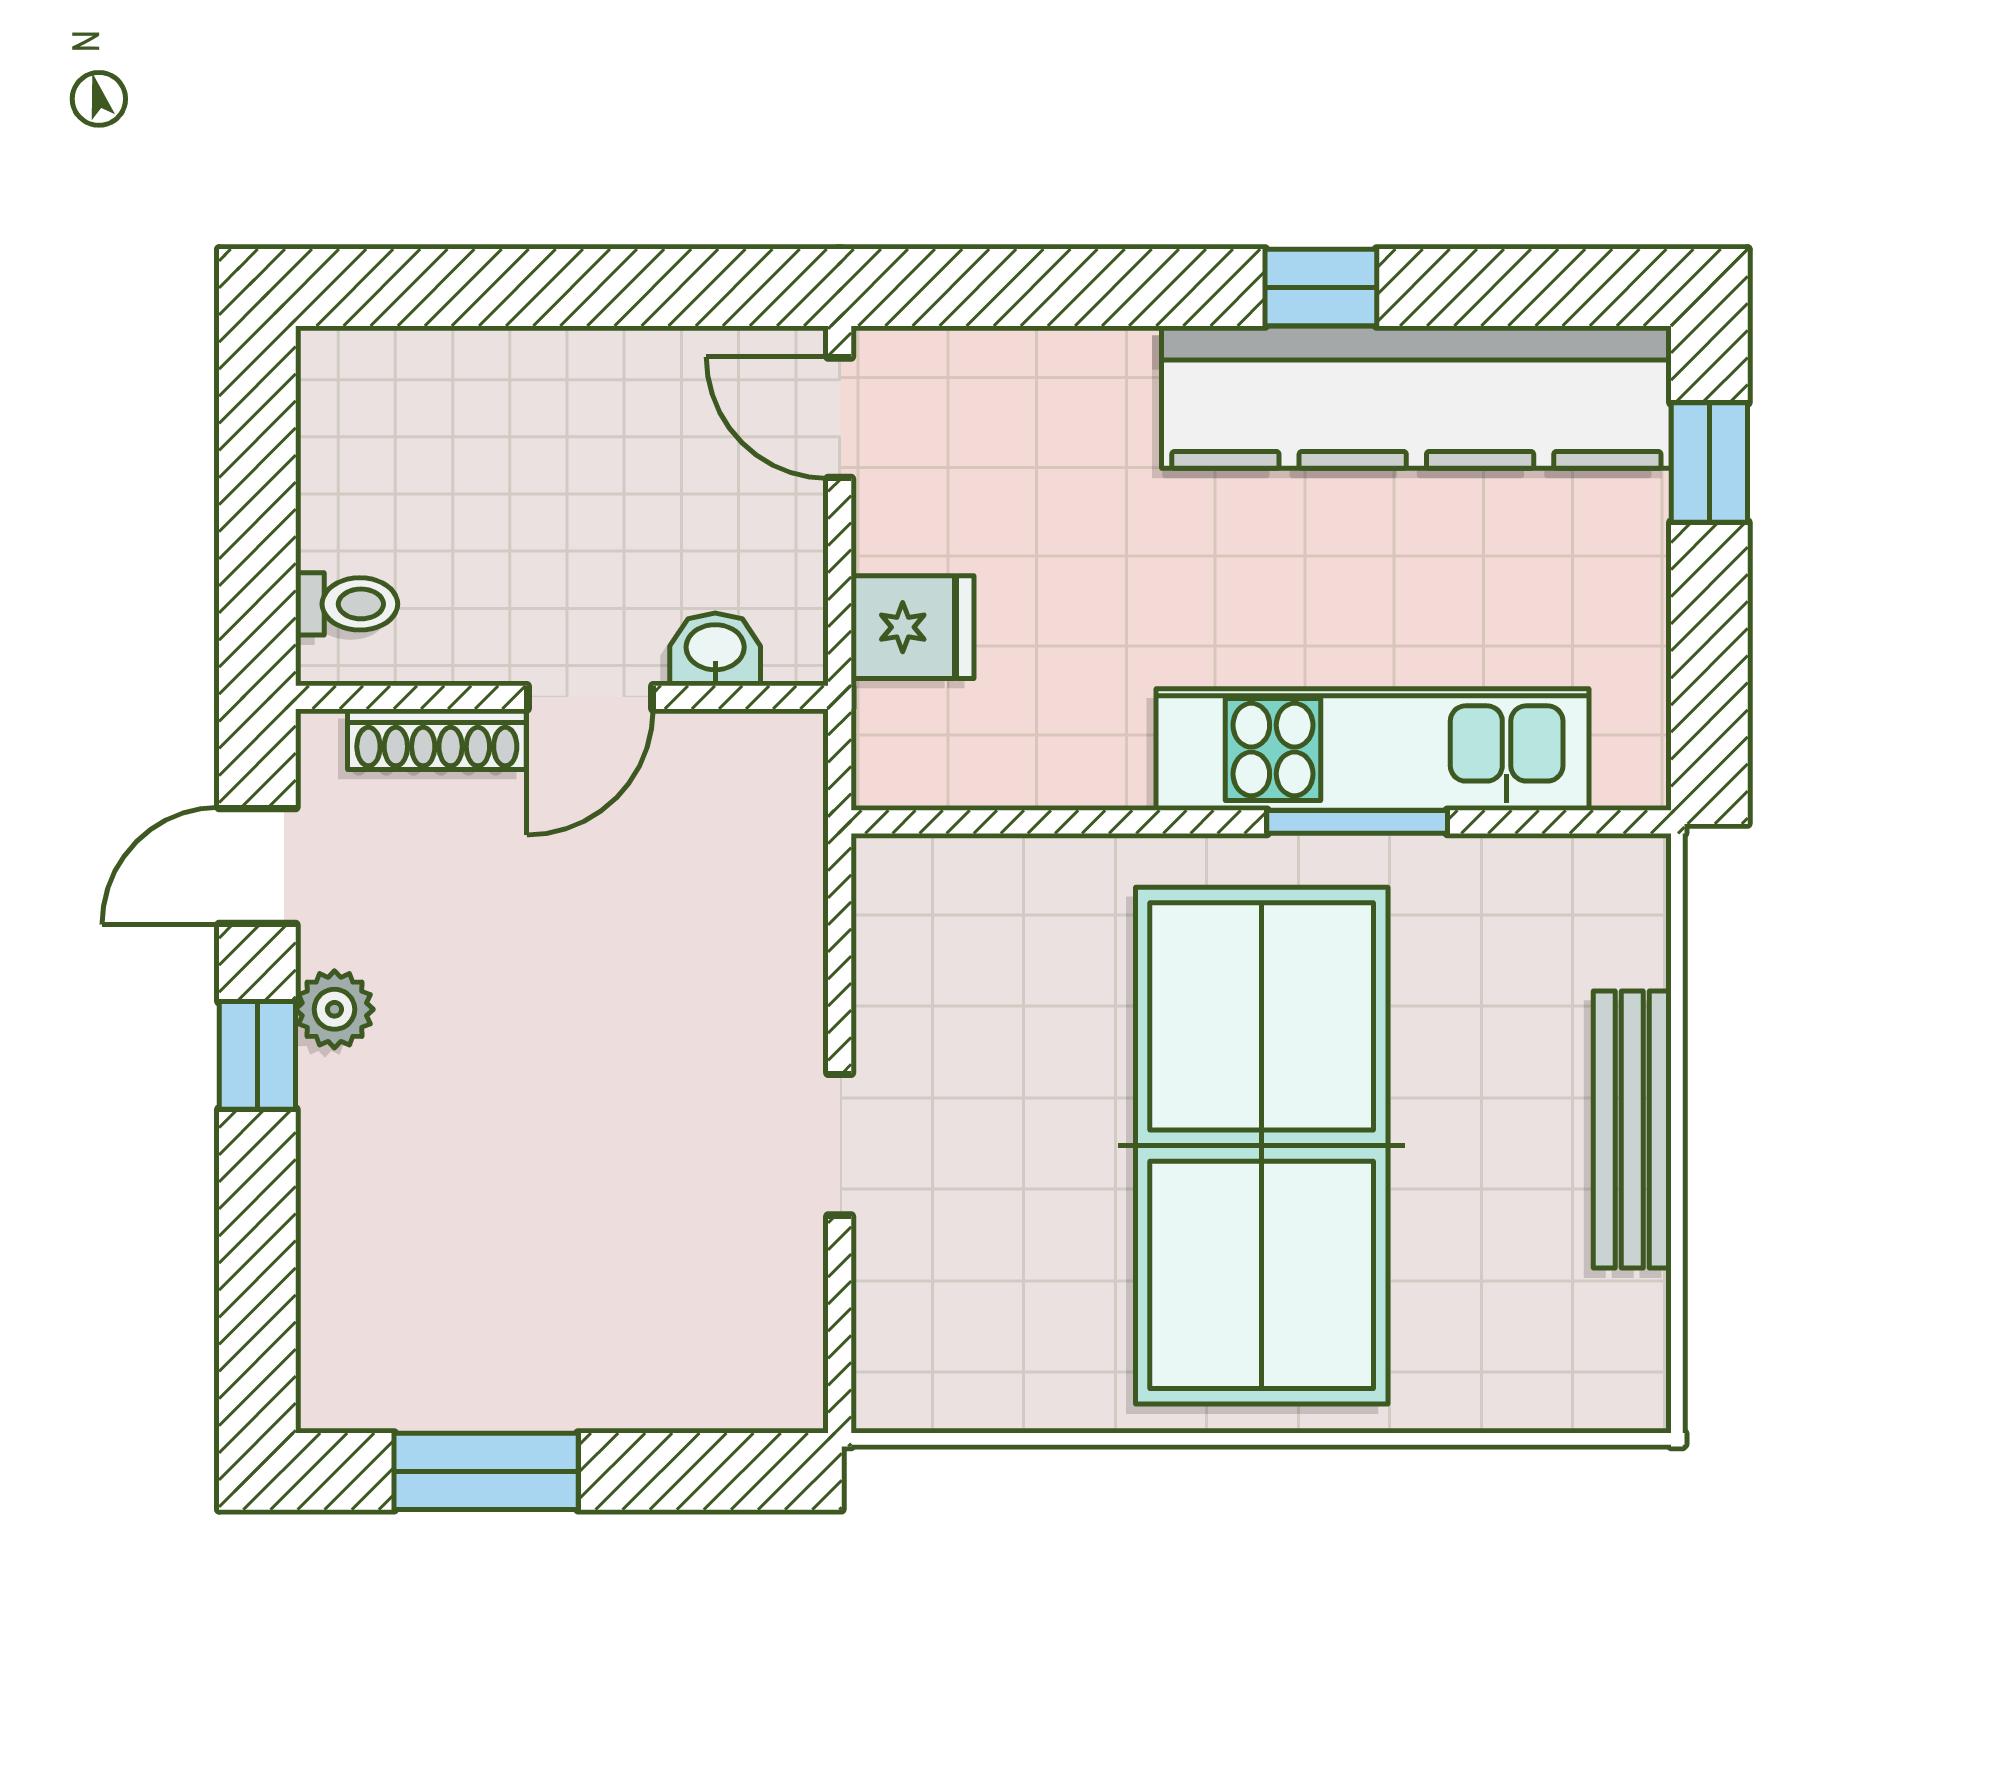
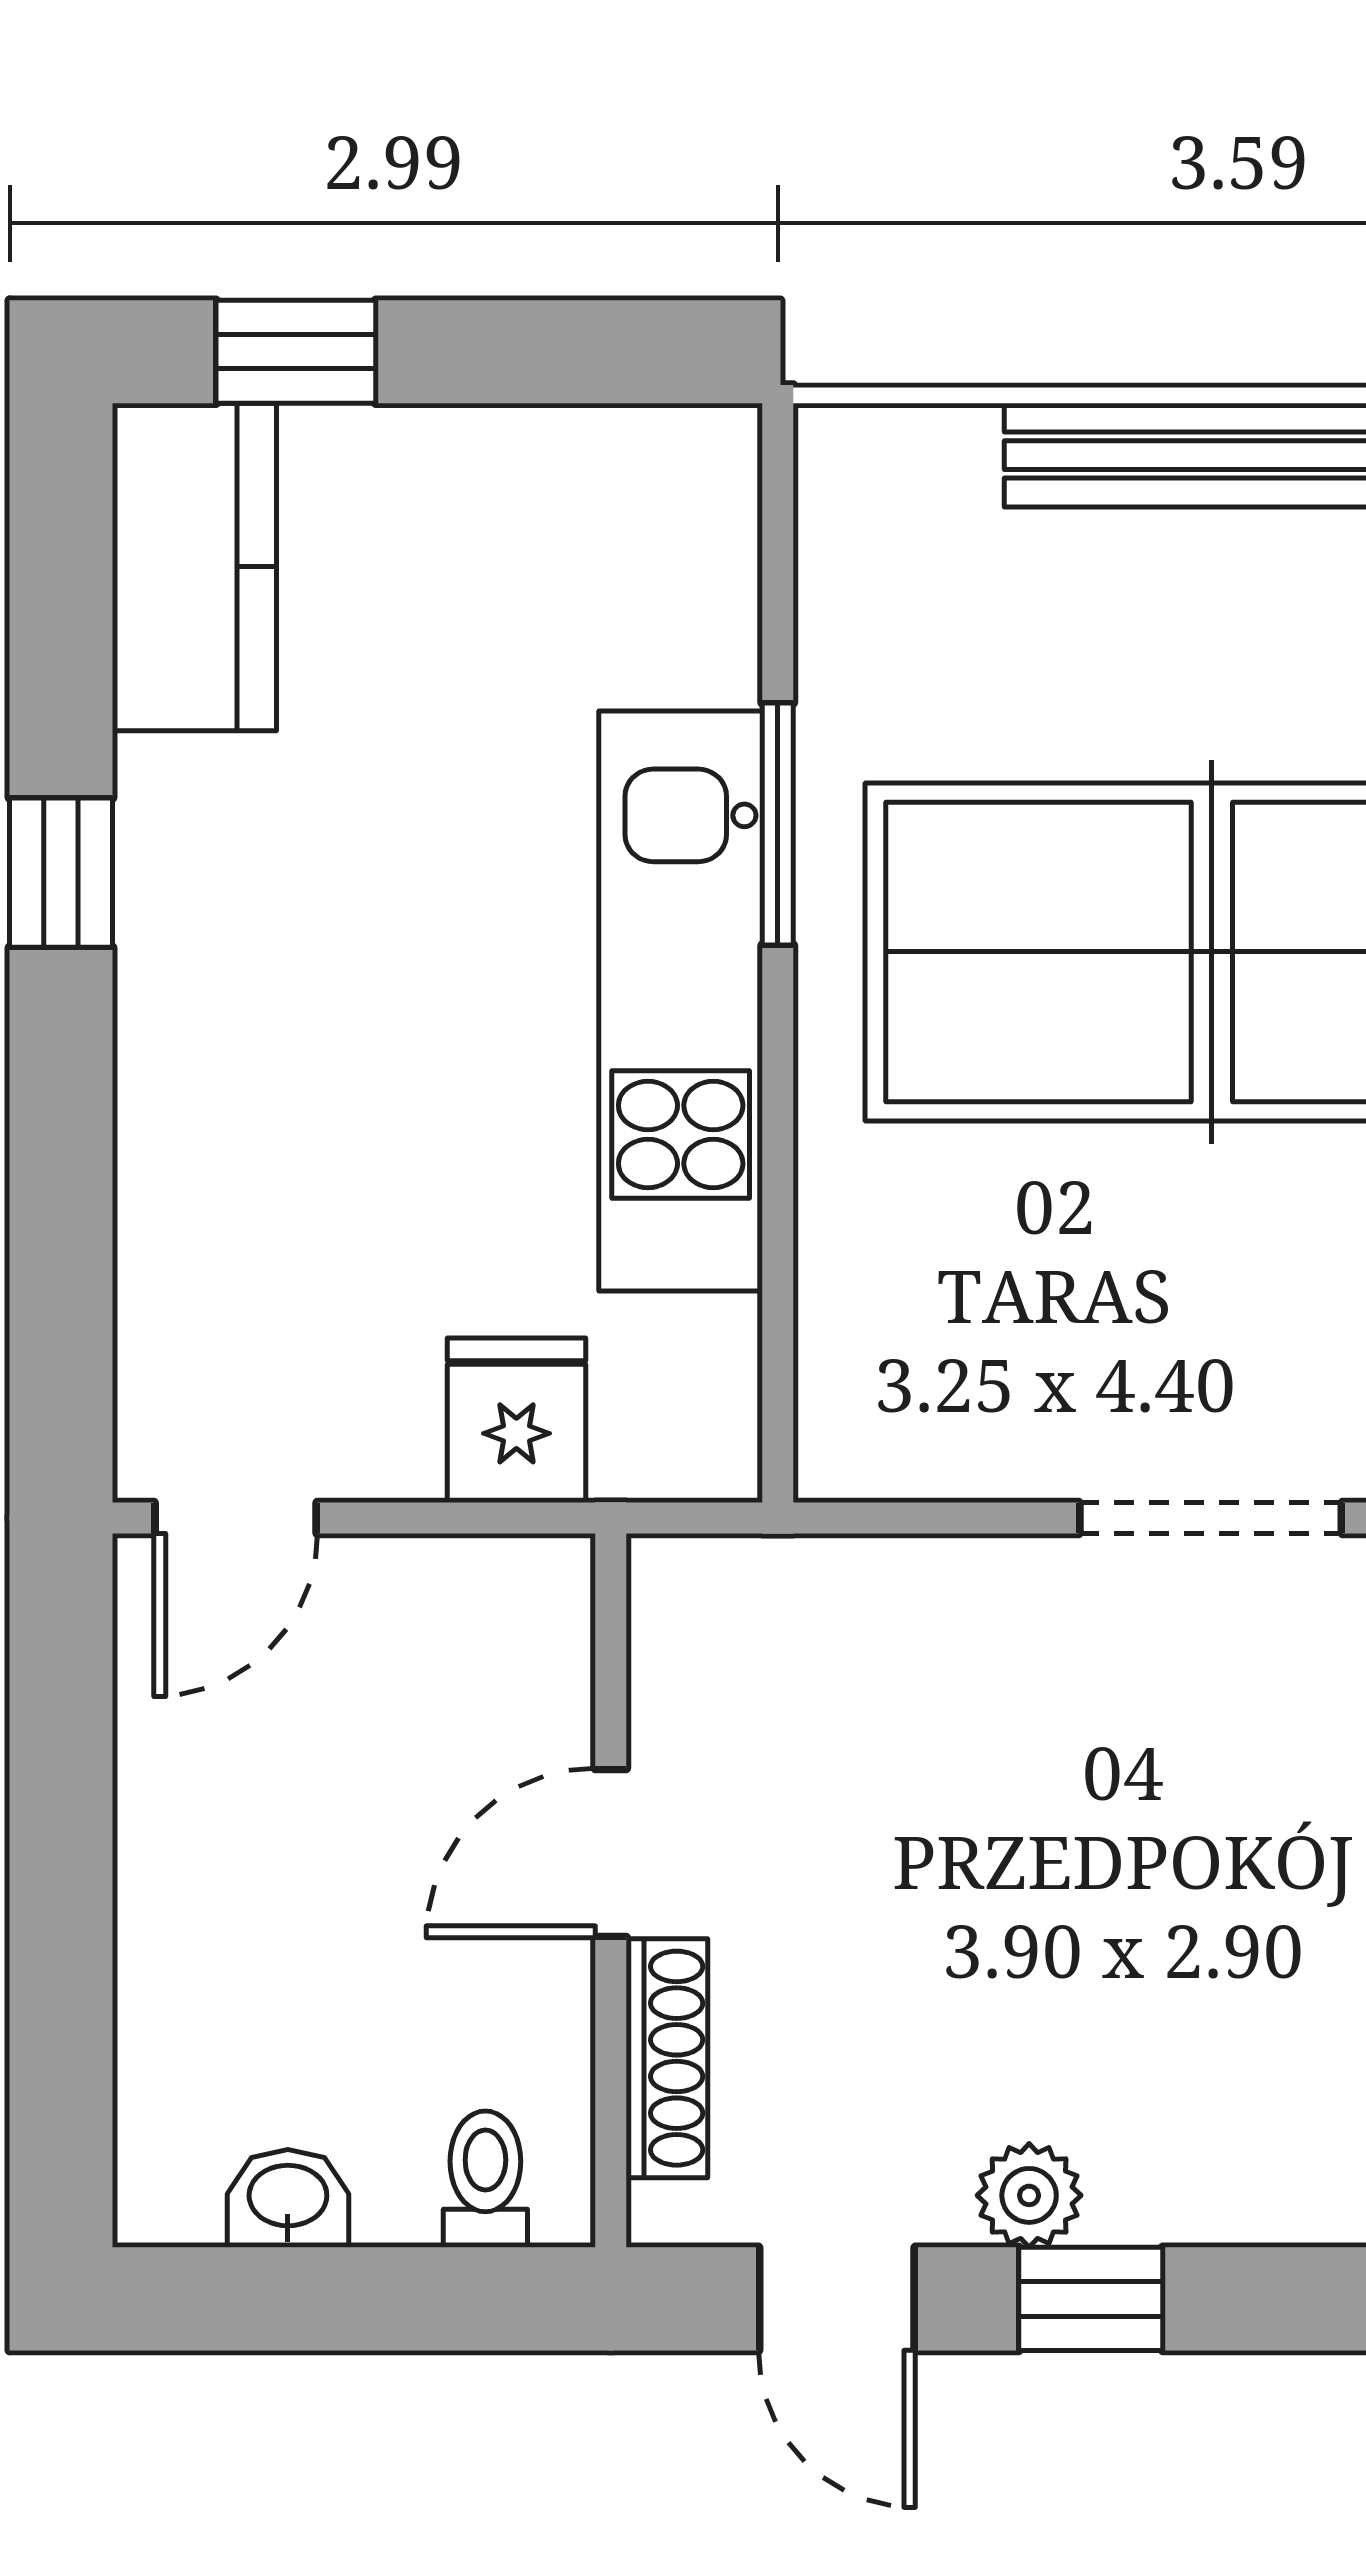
kitchen counter: (1416, 397) -> (194, 567), width x0.48, depth x0.86
washbasin: (715, 649) -> (288, 2198), moved, turned 90
door: (590, 697) -> (611, 1853), swing flipped
kitchen unit: (1372, 750) -> (681, 1001), moved
doorway: (840, 1145) -> (1211, 1518), width x1.38

